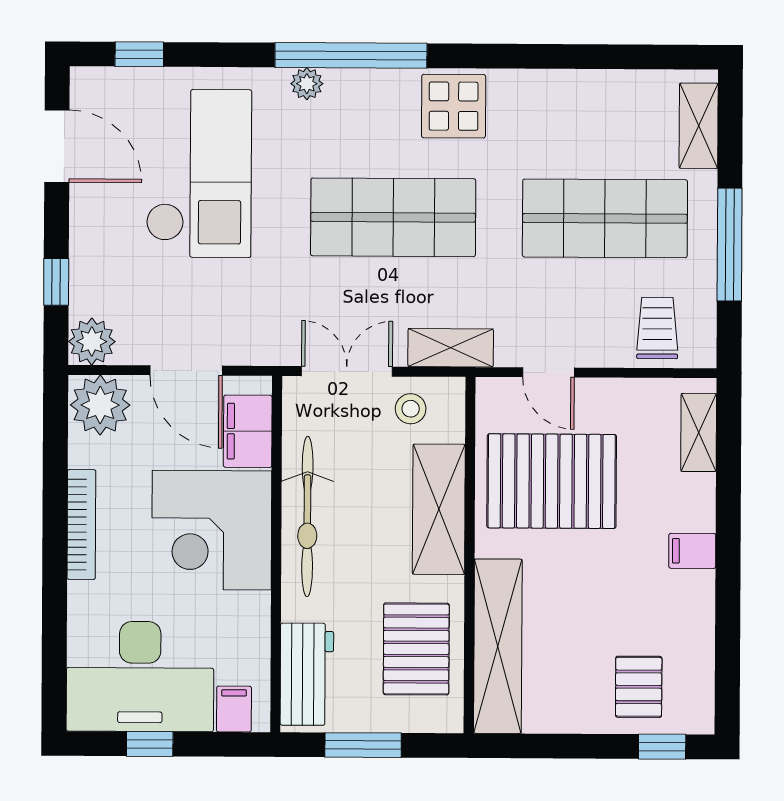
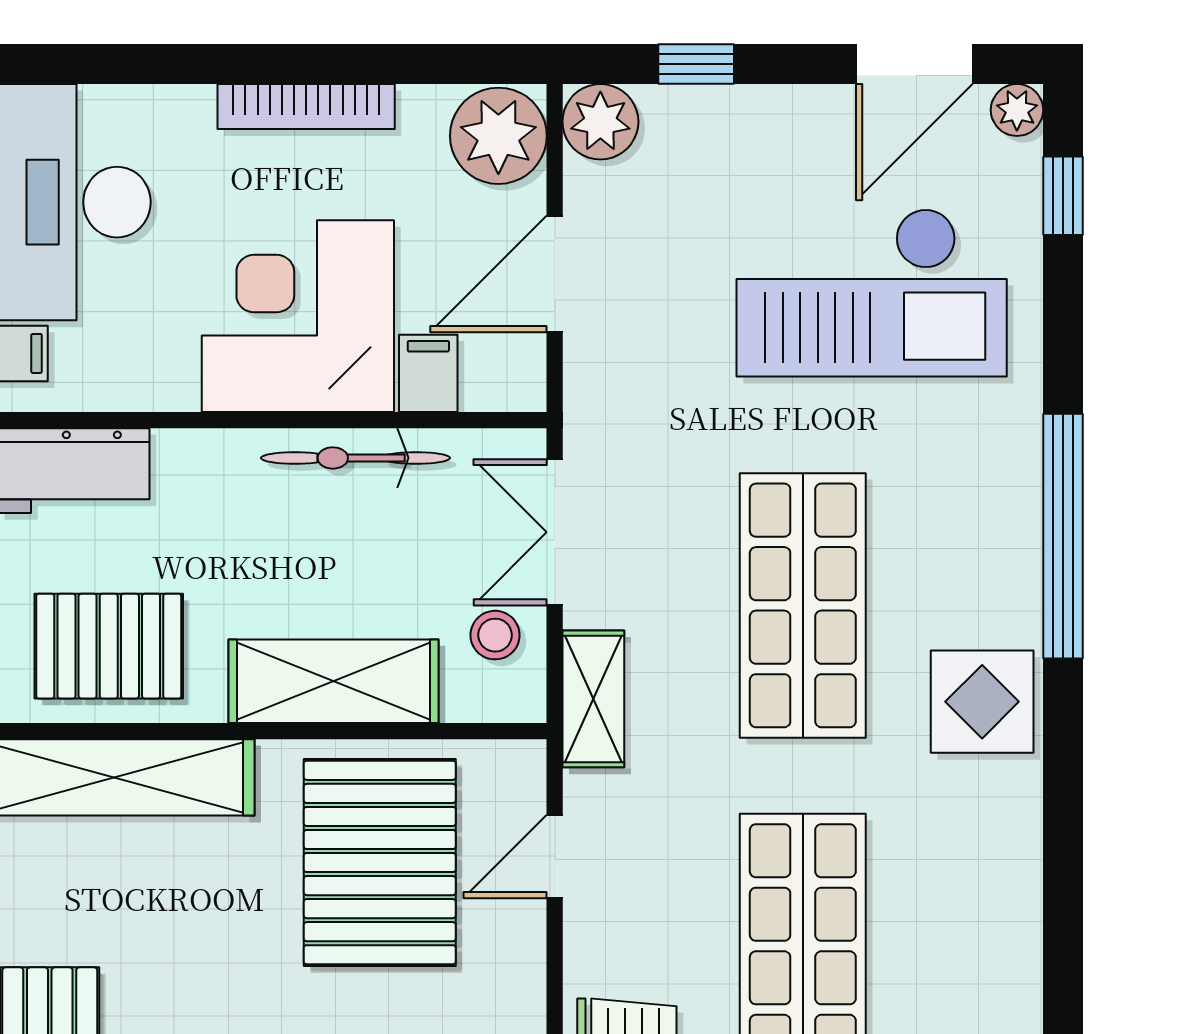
plant: (307, 84) -> (1017, 110), moved
double door: (347, 371) -> (555, 532), swing flipped
filing cabinet: (248, 431) -> (428, 373), width x0.50
bicycle: (307, 516) -> (355, 458), width x0.73, depth x0.71

